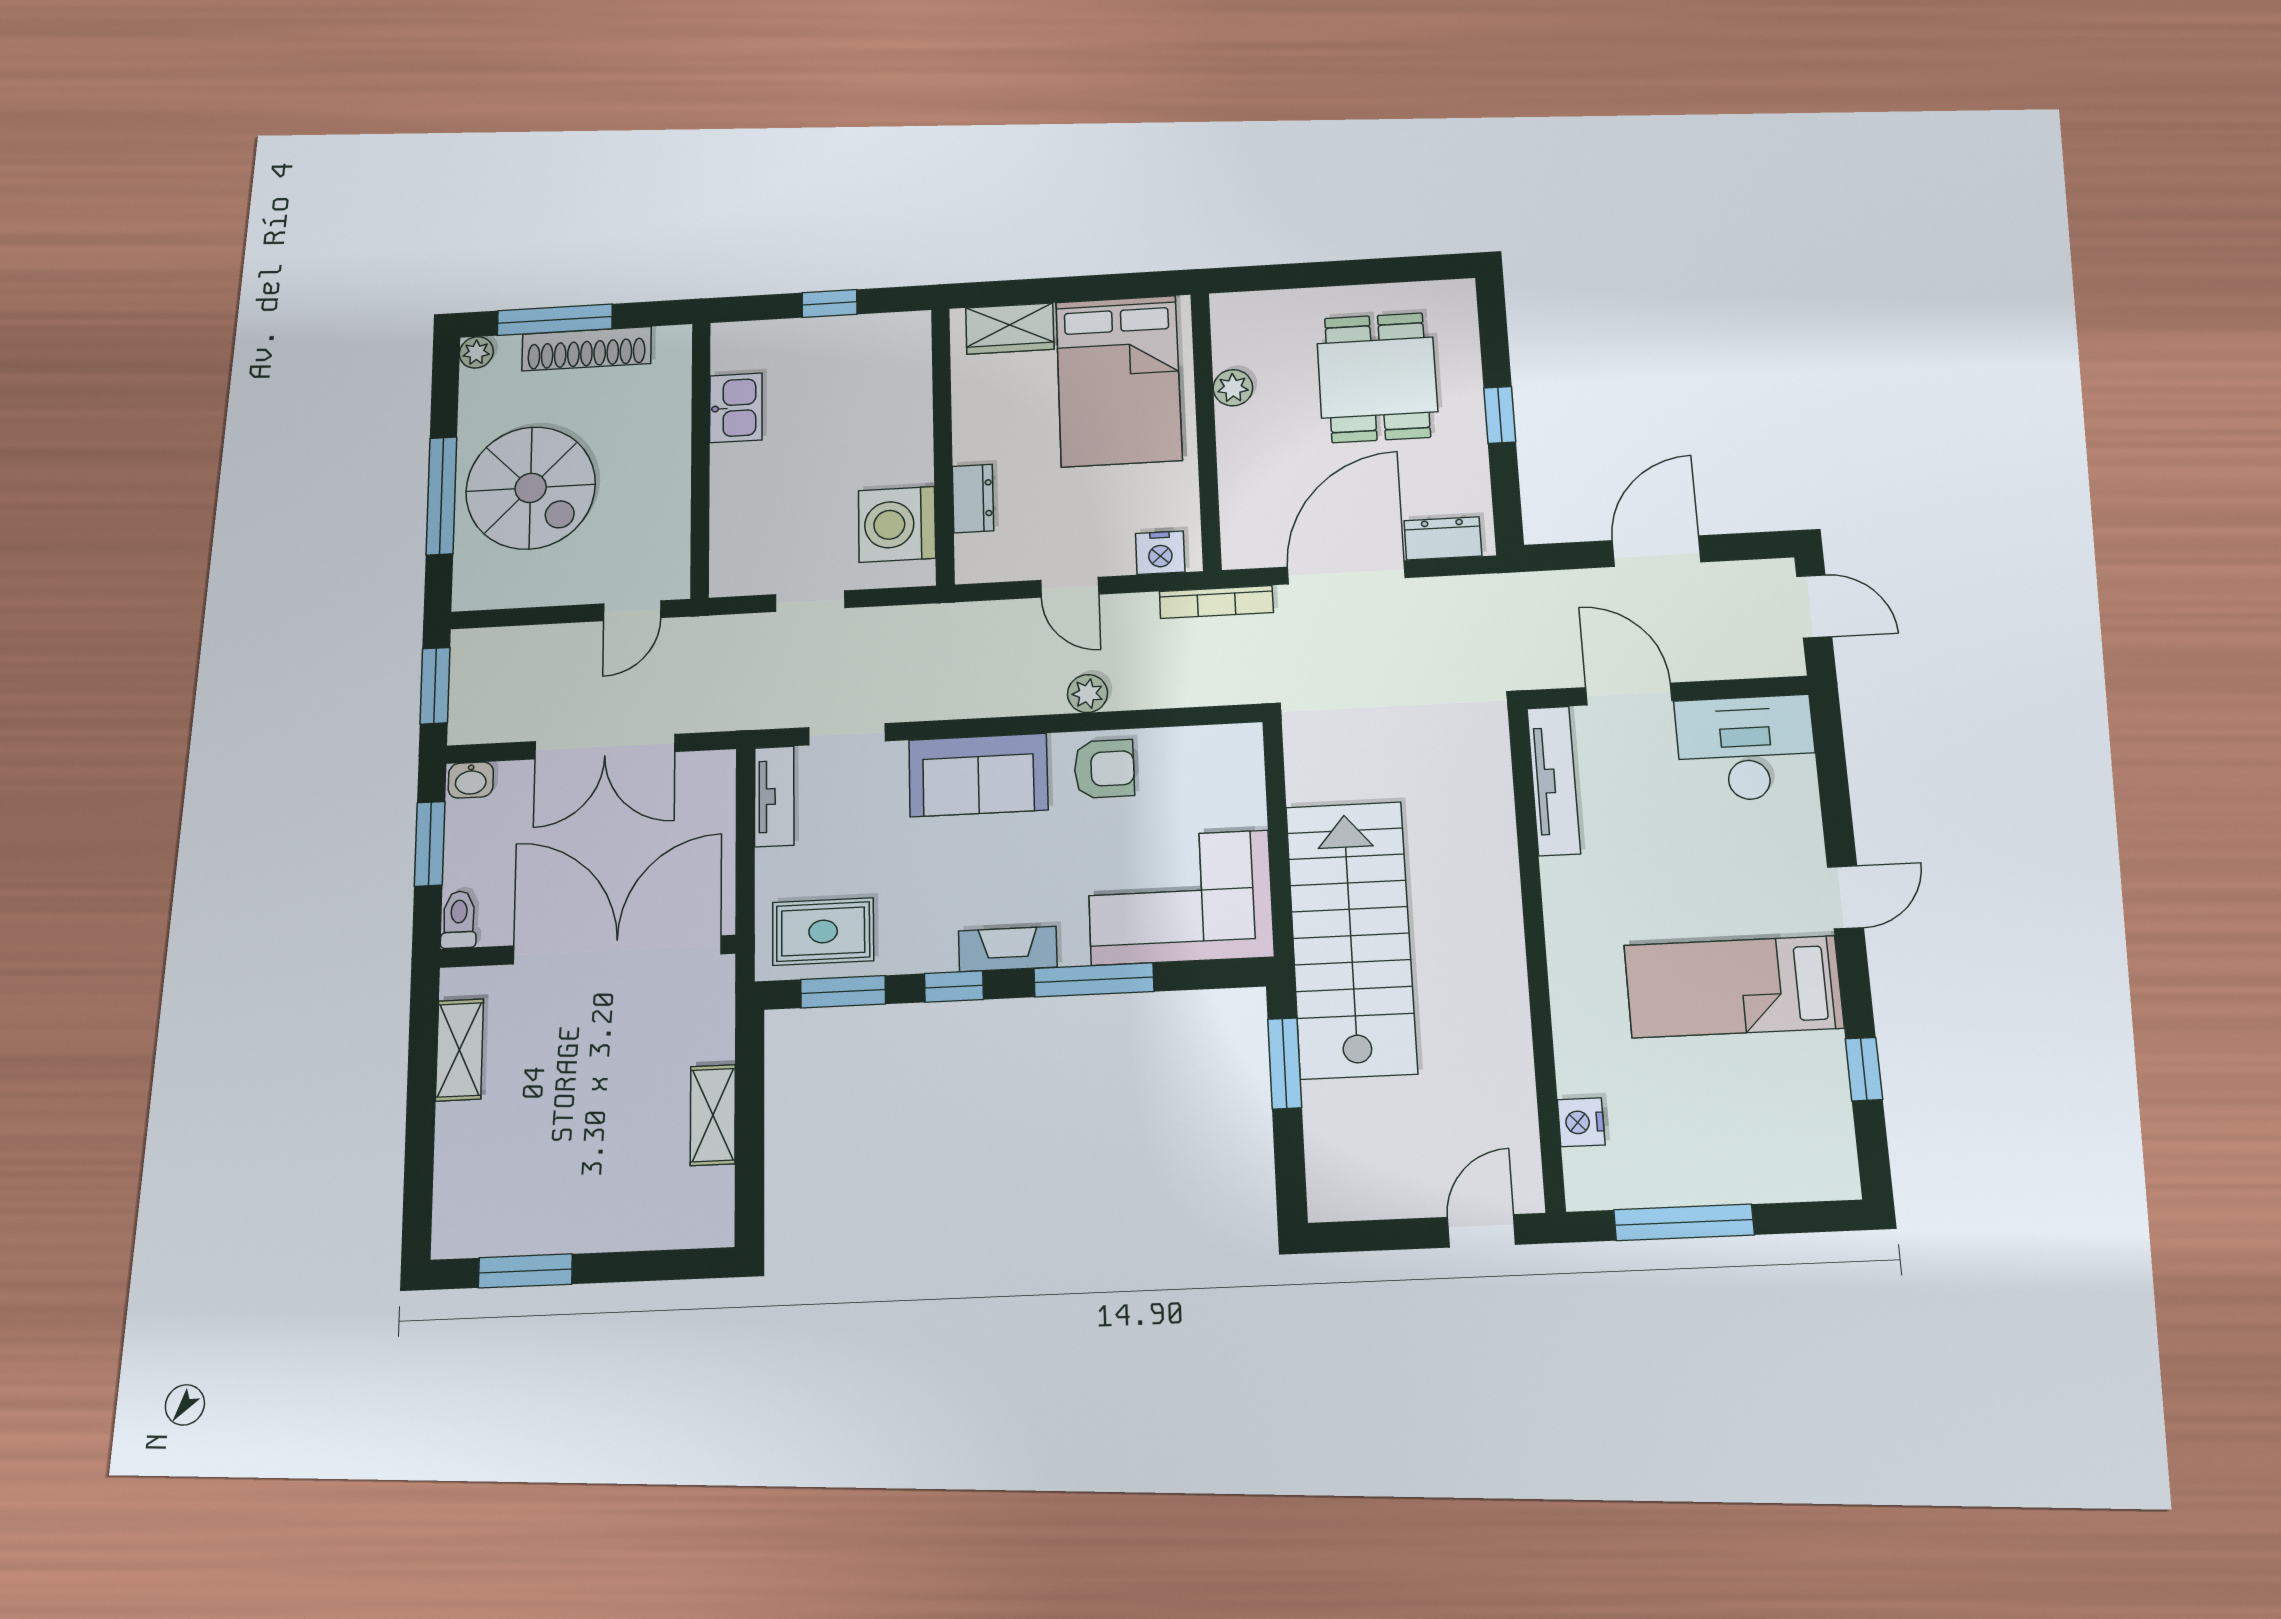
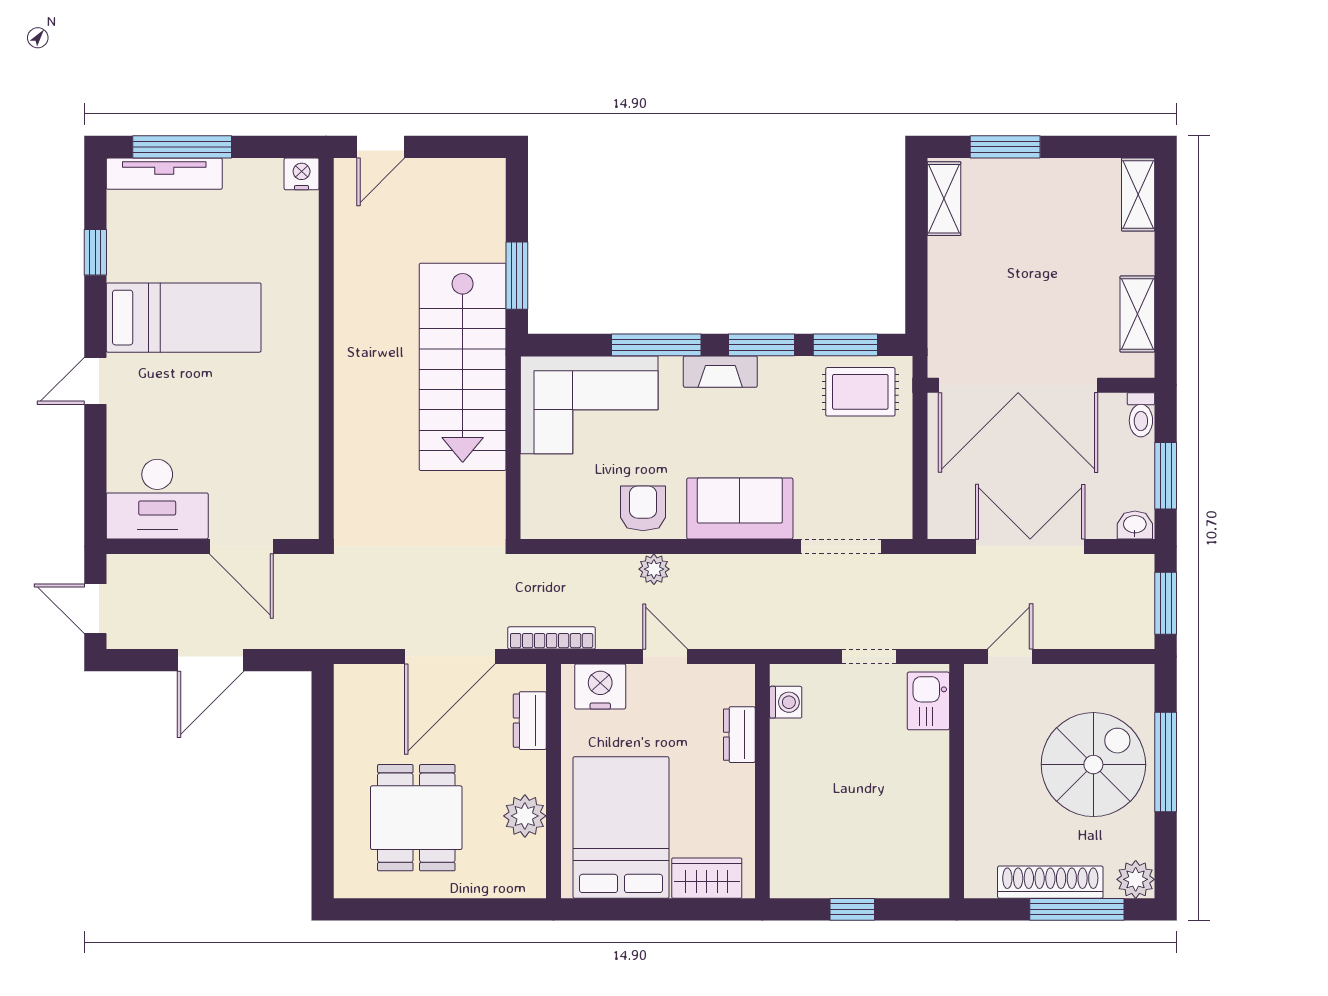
plant: (476, 352) -> (1136, 879), width x1.38, depth x1.38
plant: (1233, 388) -> (525, 816), width x1.38, depth x1.38
kitchen sink: (736, 408) -> (928, 701), moved
window: (1500, 415) -> (323, 780), removed
spiral stairs: (531, 488) -> (1093, 765), turned 90
washing machine: (897, 524) -> (786, 702), width x0.53, depth x0.53
dresser: (1443, 538) -> (530, 721), moved, turned 90
nightstand: (1160, 553) -> (600, 686), width x1.36, depth x1.33
doorway: (847, 734) -> (841, 546), width x1.38
armchair: (1104, 769) -> (643, 508), turned 90
tv unit: (1554, 781) -> (164, 174), moved, turned -90
tv unit: (774, 796) -> (898, 500), removed
window: (954, 986) -> (762, 345), width x1.50
shelving: (713, 1115) -> (944, 199), moved
nightstand: (1581, 1122) -> (302, 174), moved, turned -90
shelving: (454, 1209) -> (1138, 195), added
window: (1684, 1222) -> (182, 147), moved
window: (525, 1271) -> (1005, 147), moved

